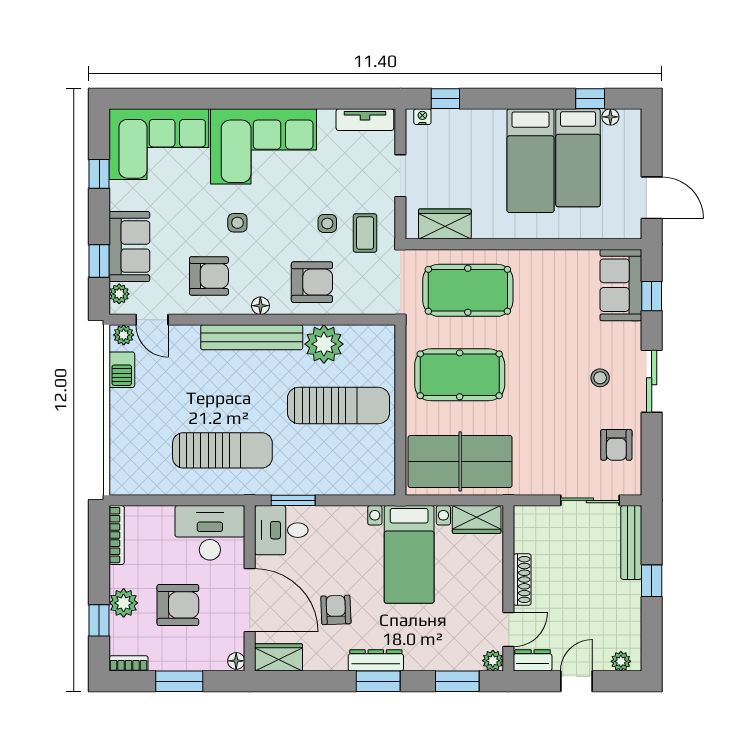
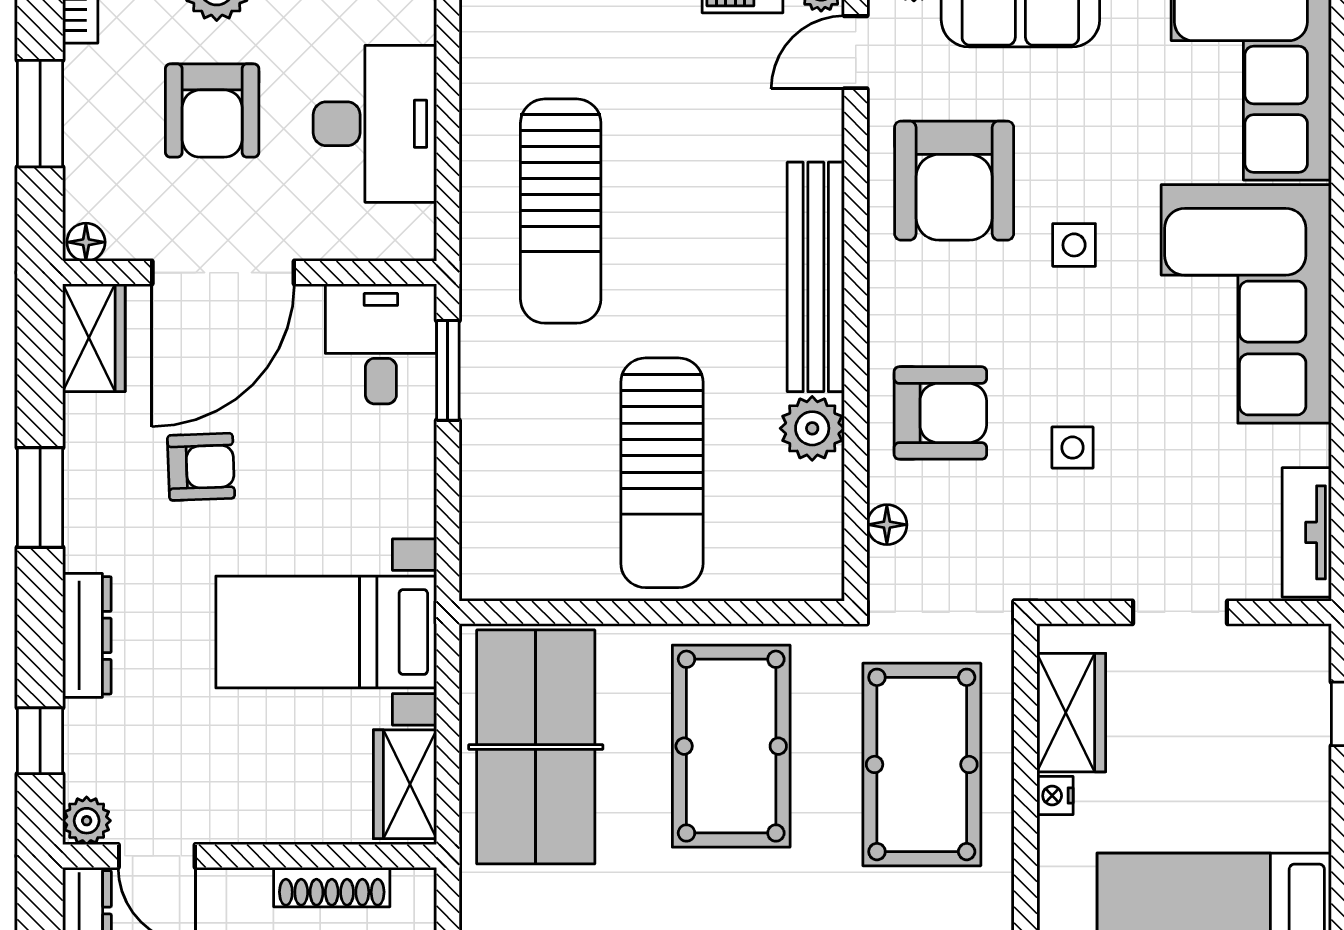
nightstand: (422, 117) -> (1055, 796), moved, turned 180
coffee table: (365, 233) -> (1051, 533), removed
armchair: (209, 276) -> (954, 181), width x1.36, depth x1.36
armchair: (312, 282) -> (940, 413), turned -90
floor lamp: (260, 306) -> (887, 525), moved
plant: (324, 344) -> (812, 428), width x0.73, depth x0.73
desk: (210, 533) -> (375, 124), moved
shoe rack: (522, 580) -> (332, 887), moved
dresser: (376, 660) -> (87, 635), moved
window: (378, 681) -> (40, 498), moved
window: (457, 681) -> (40, 741), width x0.67

